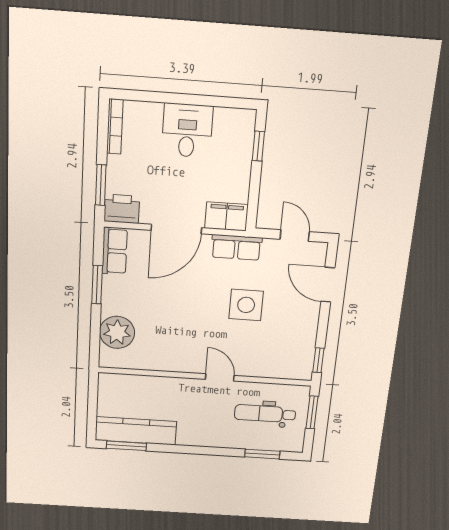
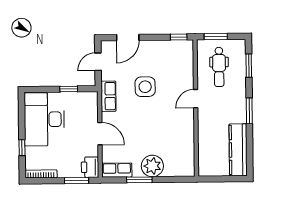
window: (162, 97) -> (22, 148), added
desk: (187, 130) -> (44, 119), width x1.87, depth x1.30
window: (258, 146) -> (69, 89), moved
filing cabinet: (226, 216) -> (90, 104), removed
door: (176, 229) -> (100, 134), width x0.73
plant: (117, 332) -> (152, 166), moved
window: (126, 446) -> (249, 111), moved

